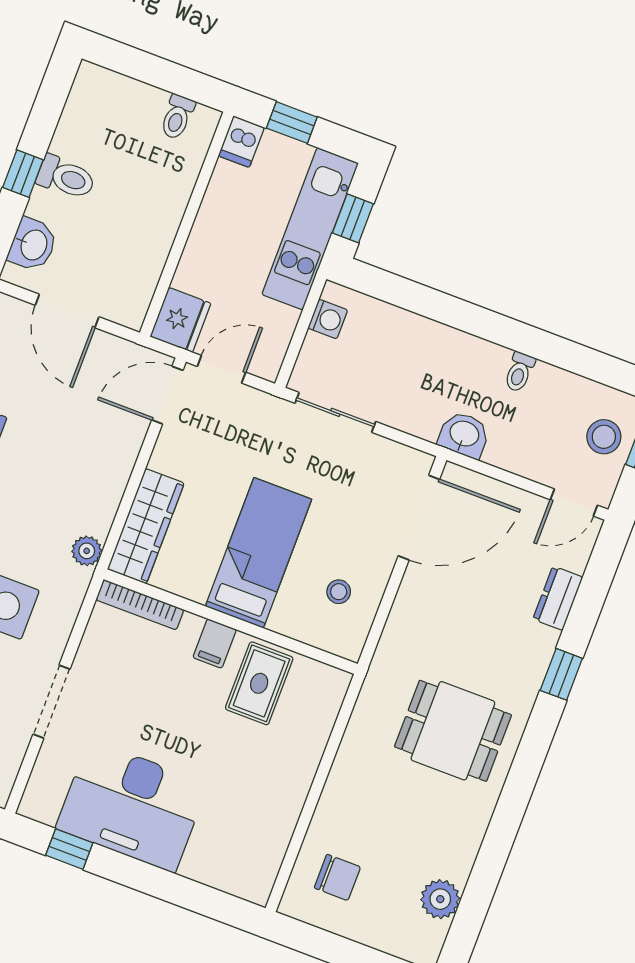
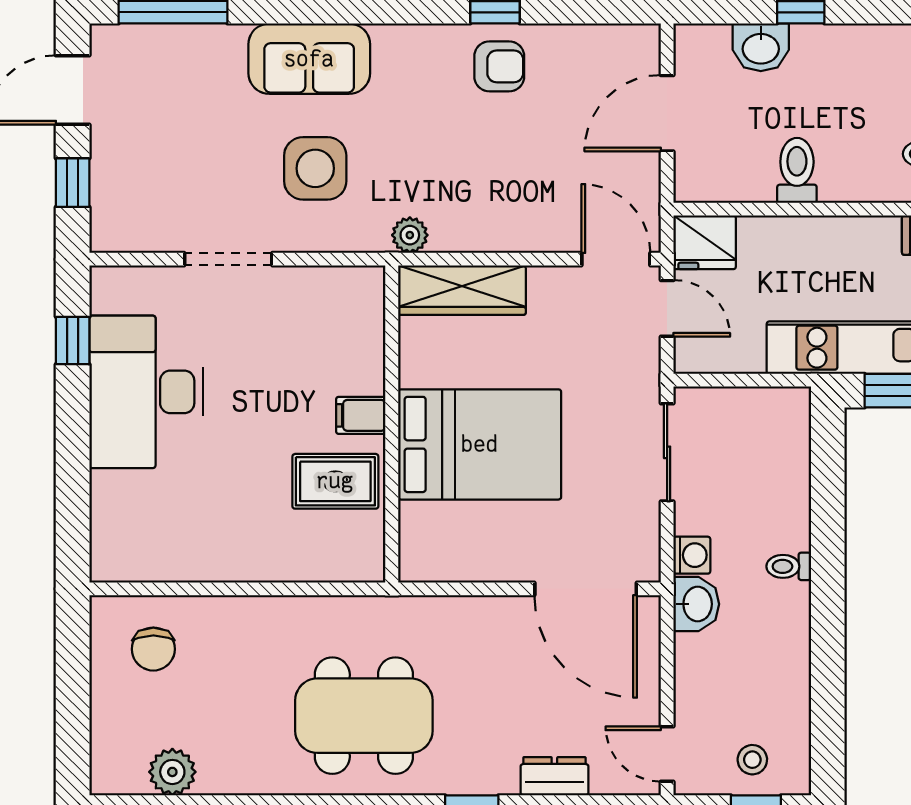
toilet: (66, 177) -> (797, 170), moved, turned 180
washbasin: (33, 245) -> (761, 47), moved
washing machine: (328, 319) -> (692, 555), moved, turned -90
toilet: (519, 372) -> (789, 566), moved
stool: (604, 437) -> (752, 760), width x0.73, depth x0.73
bed: (259, 553) -> (480, 444), width x1.50
stool: (339, 592) -> (470, 531), removed
bookcase: (140, 605) -> (372, 316), removed
dining table: (453, 731) -> (364, 716), width x1.38

